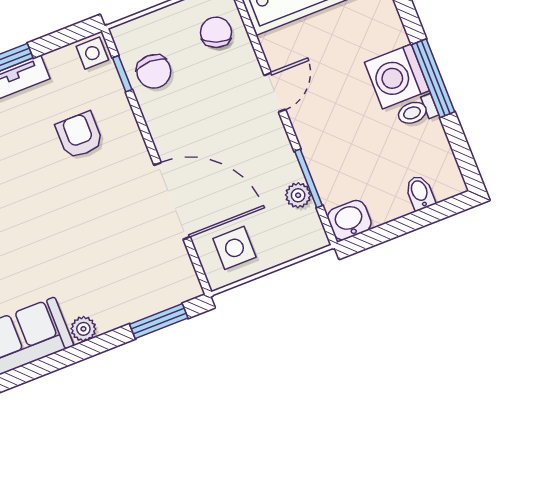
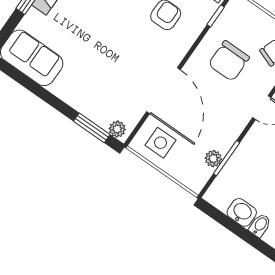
chair: (154, 71) -> (229, 61), moved, width x1.37, depth x1.37
washbasin: (349, 220) -> (242, 212), moved
plant: (83, 329) -> (117, 129), moved

